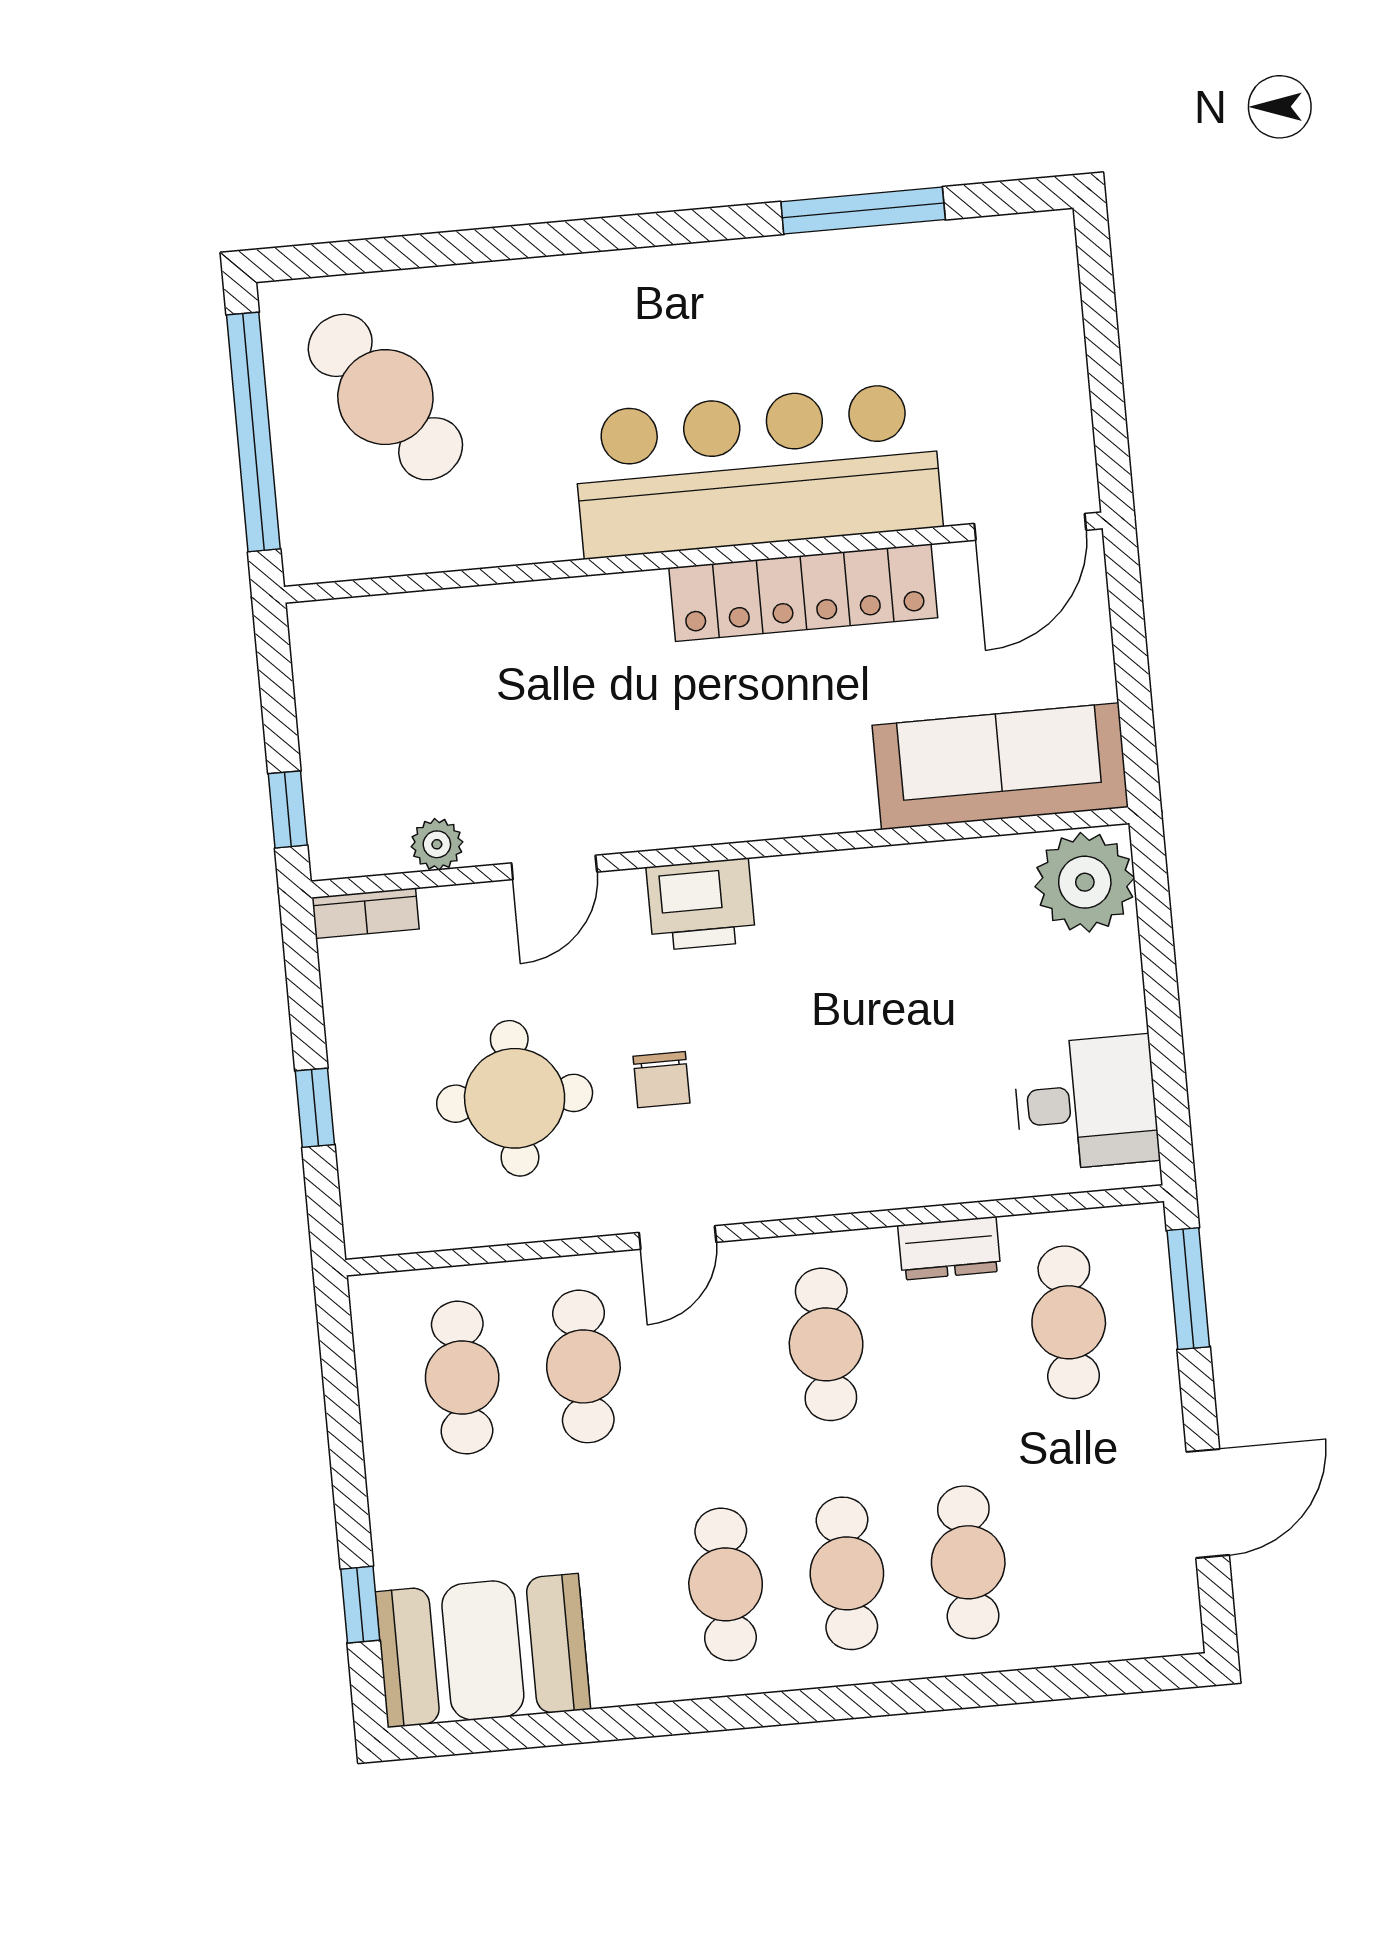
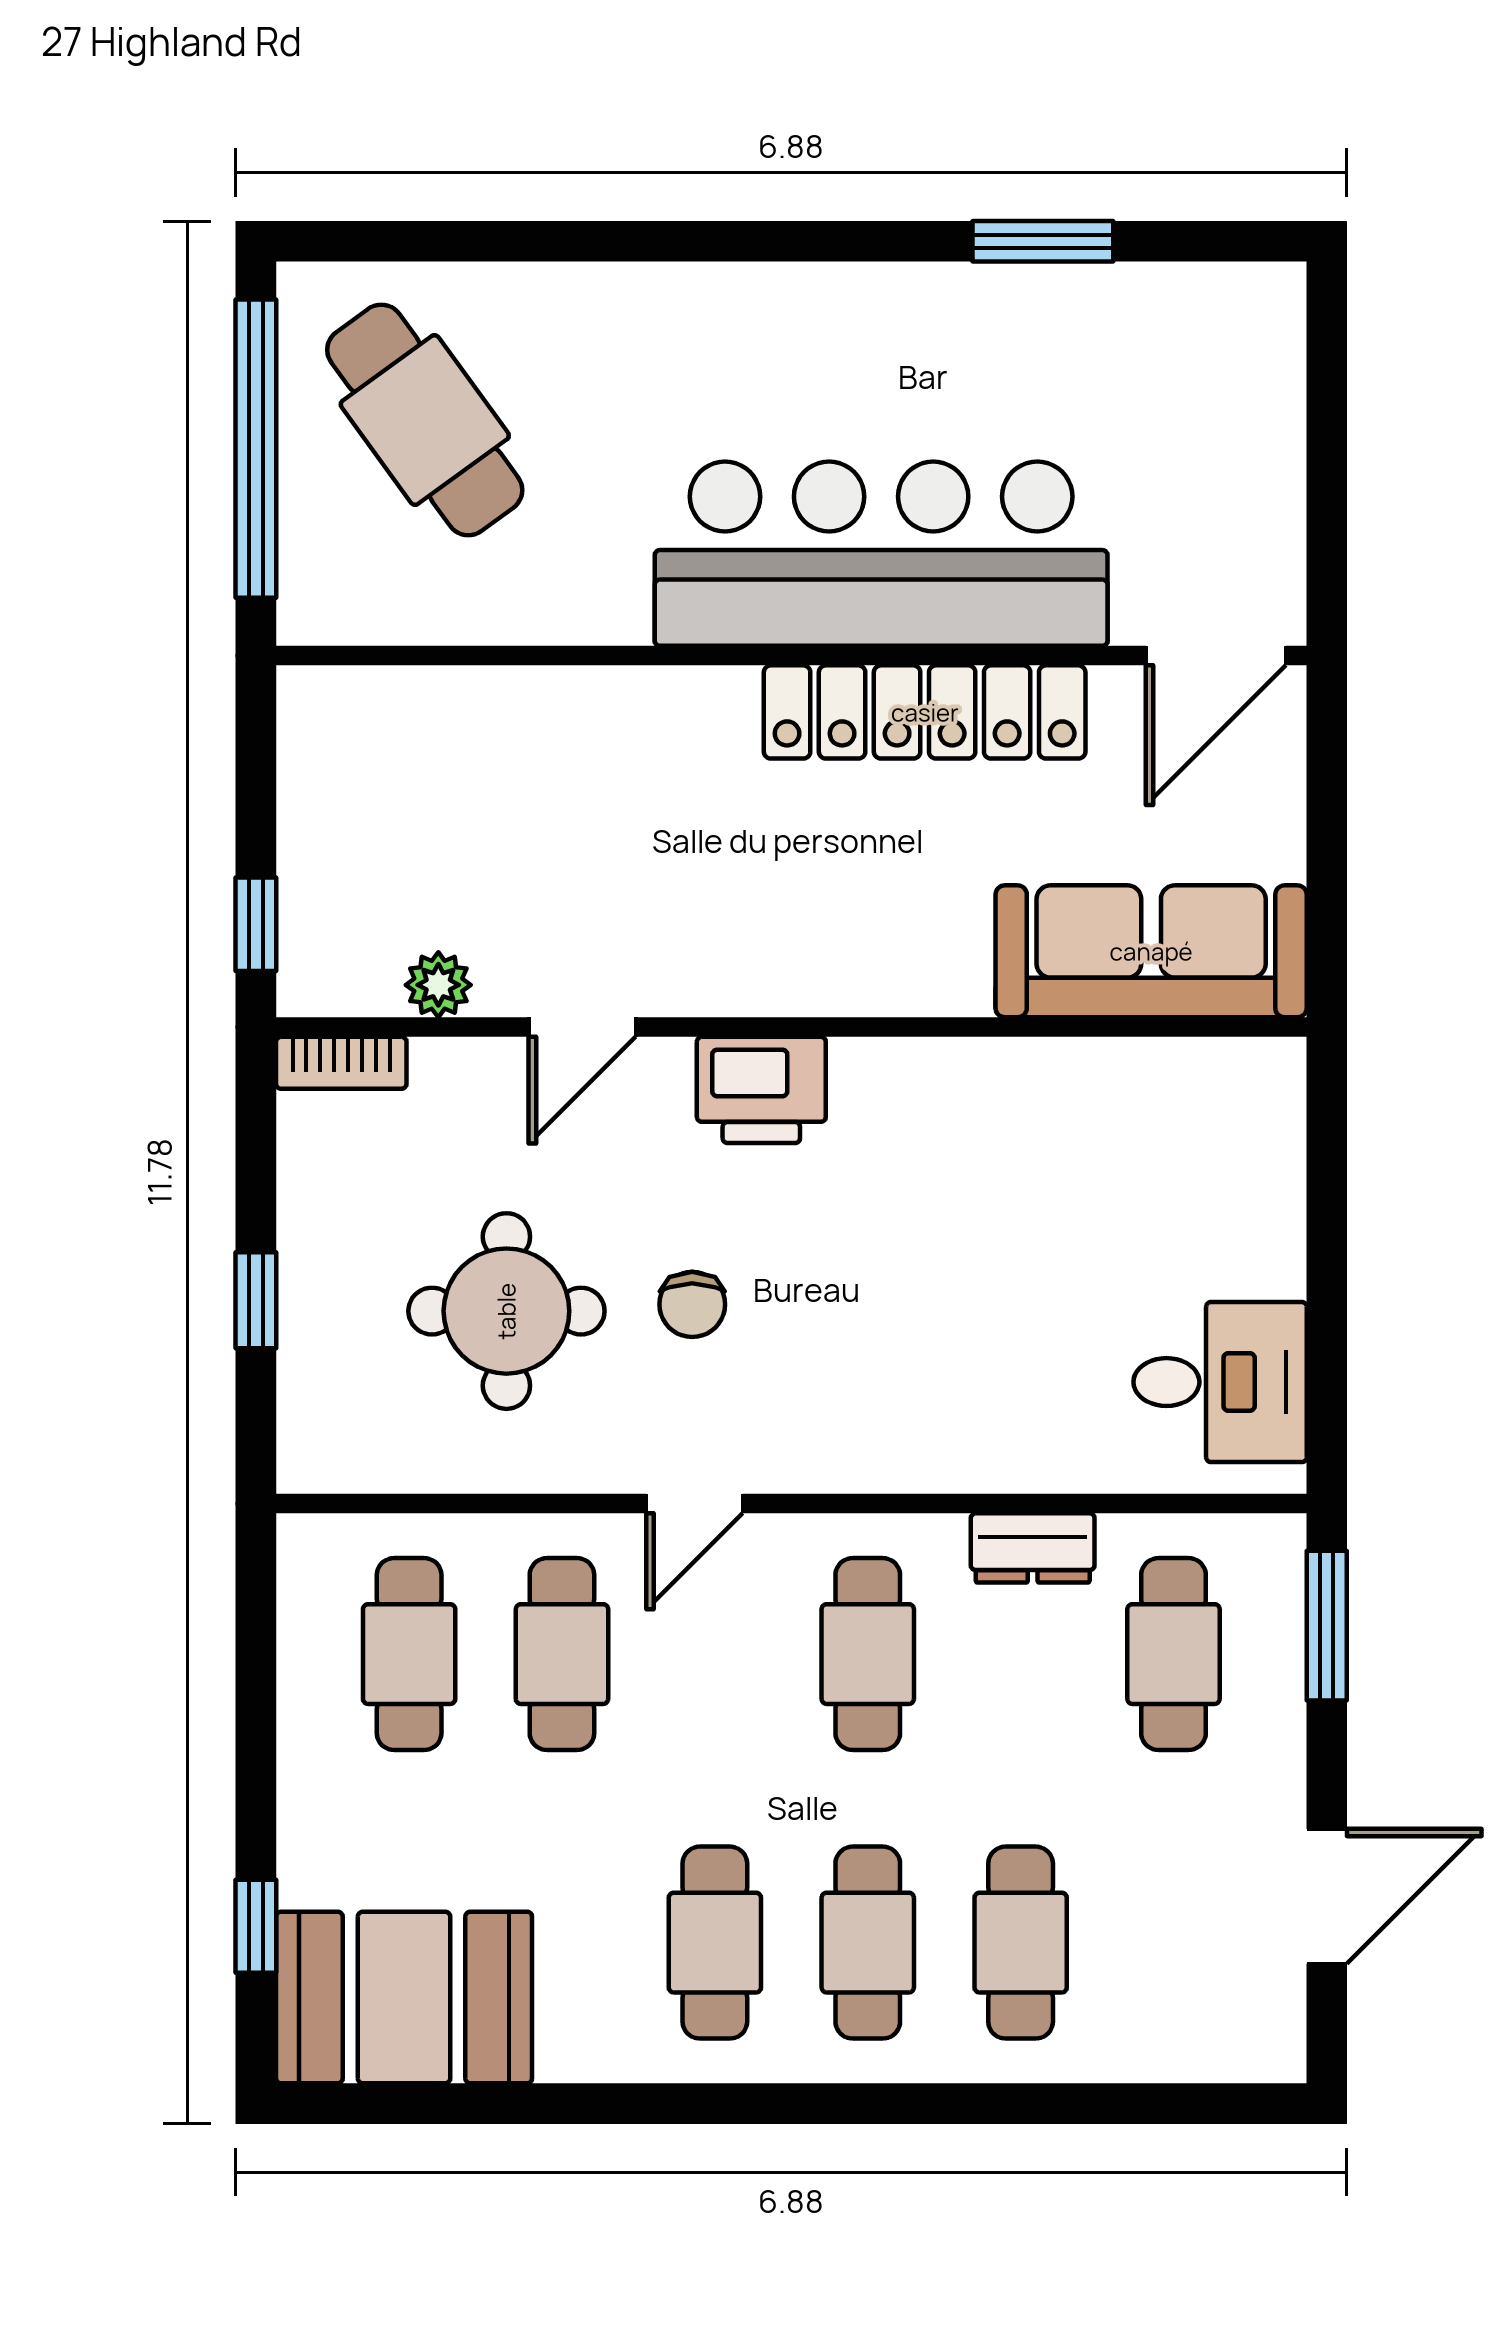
window: (863, 211) -> (1043, 241), width x0.69
plant: (1085, 882) -> (1244, 1106), removed

